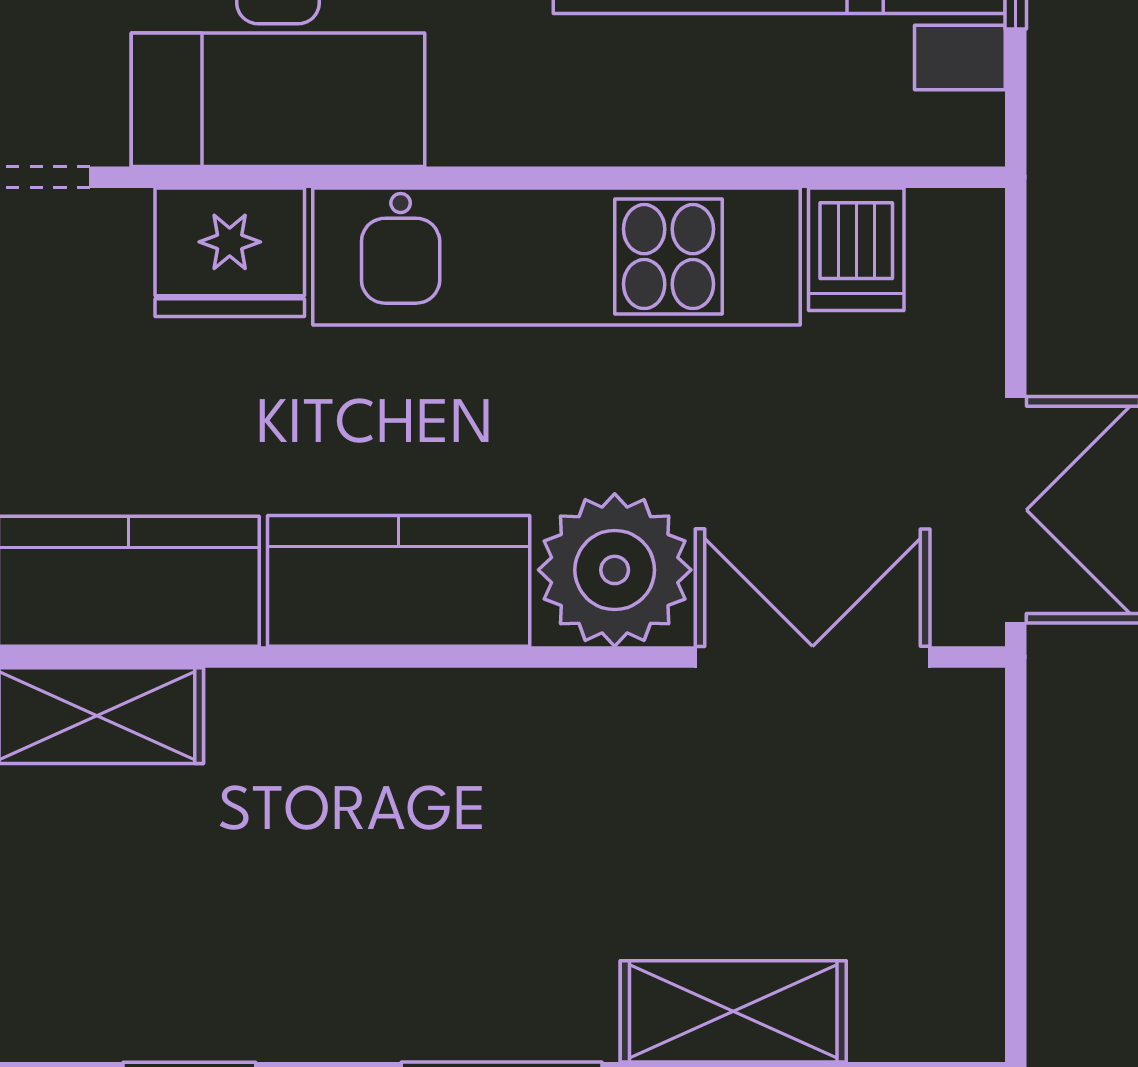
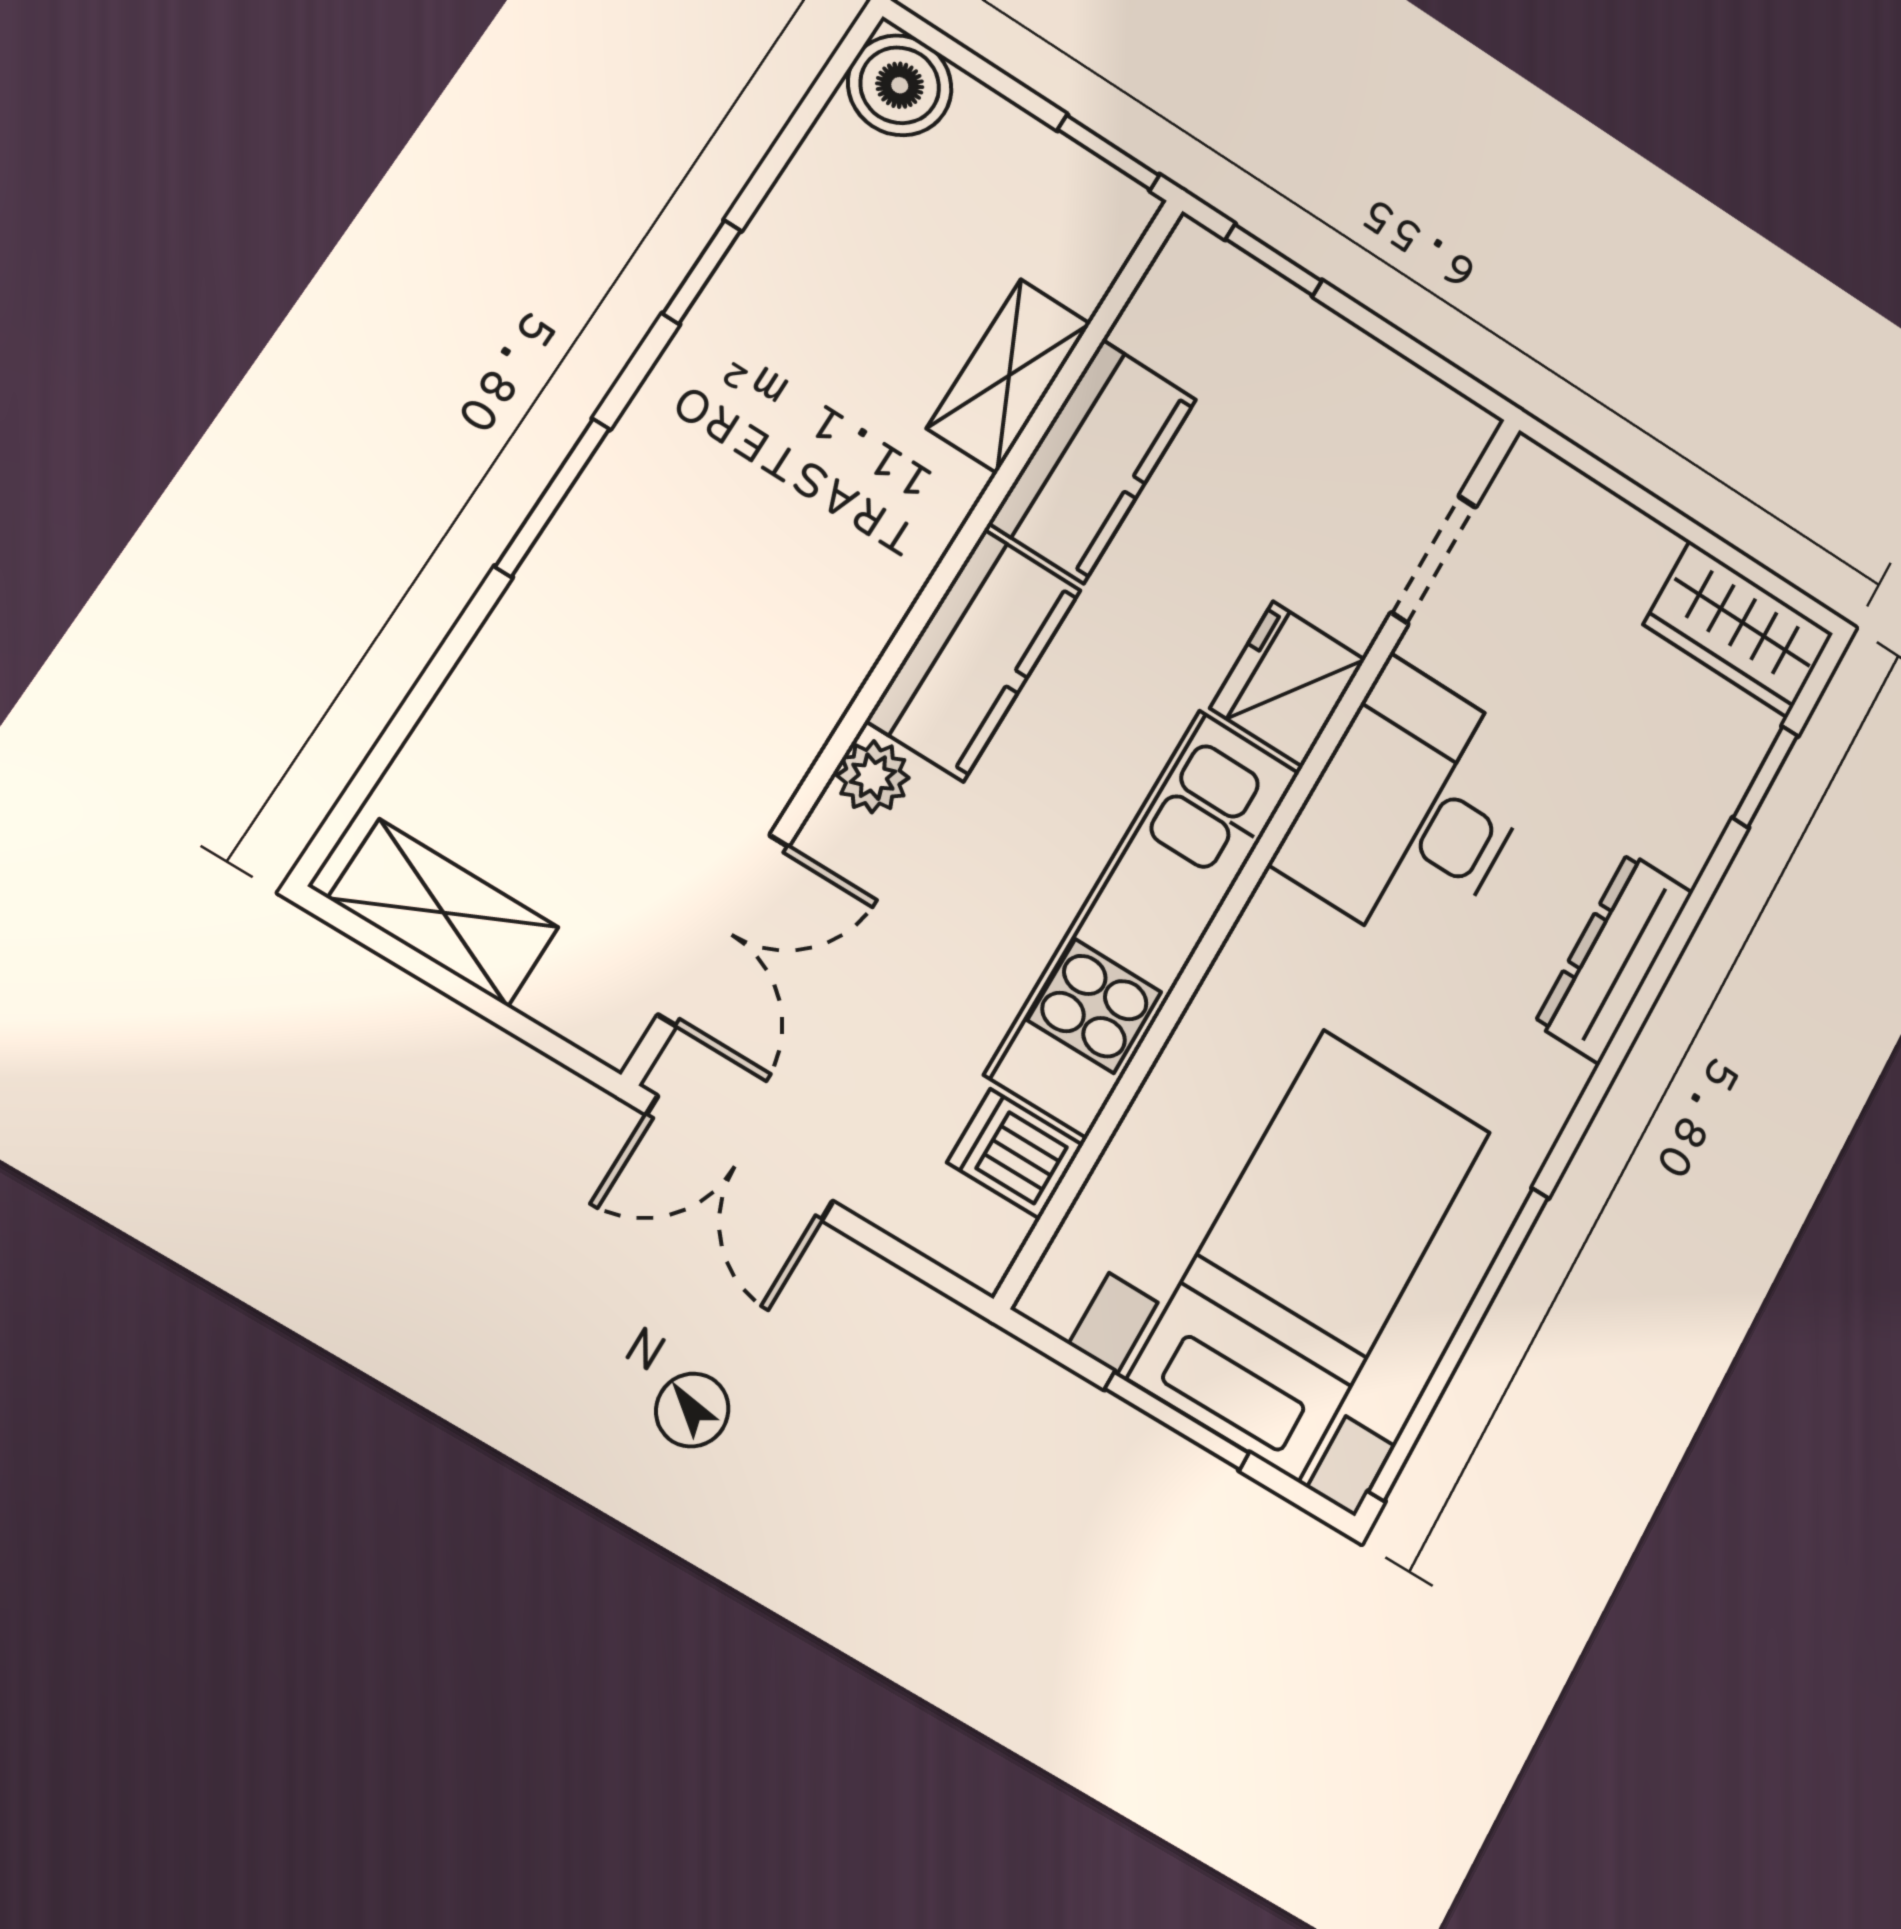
plant: (615, 570) -> (873, 777), width x0.53, depth x0.53
shelving: (733, 1011) -> (443, 913), moved, turned 90

